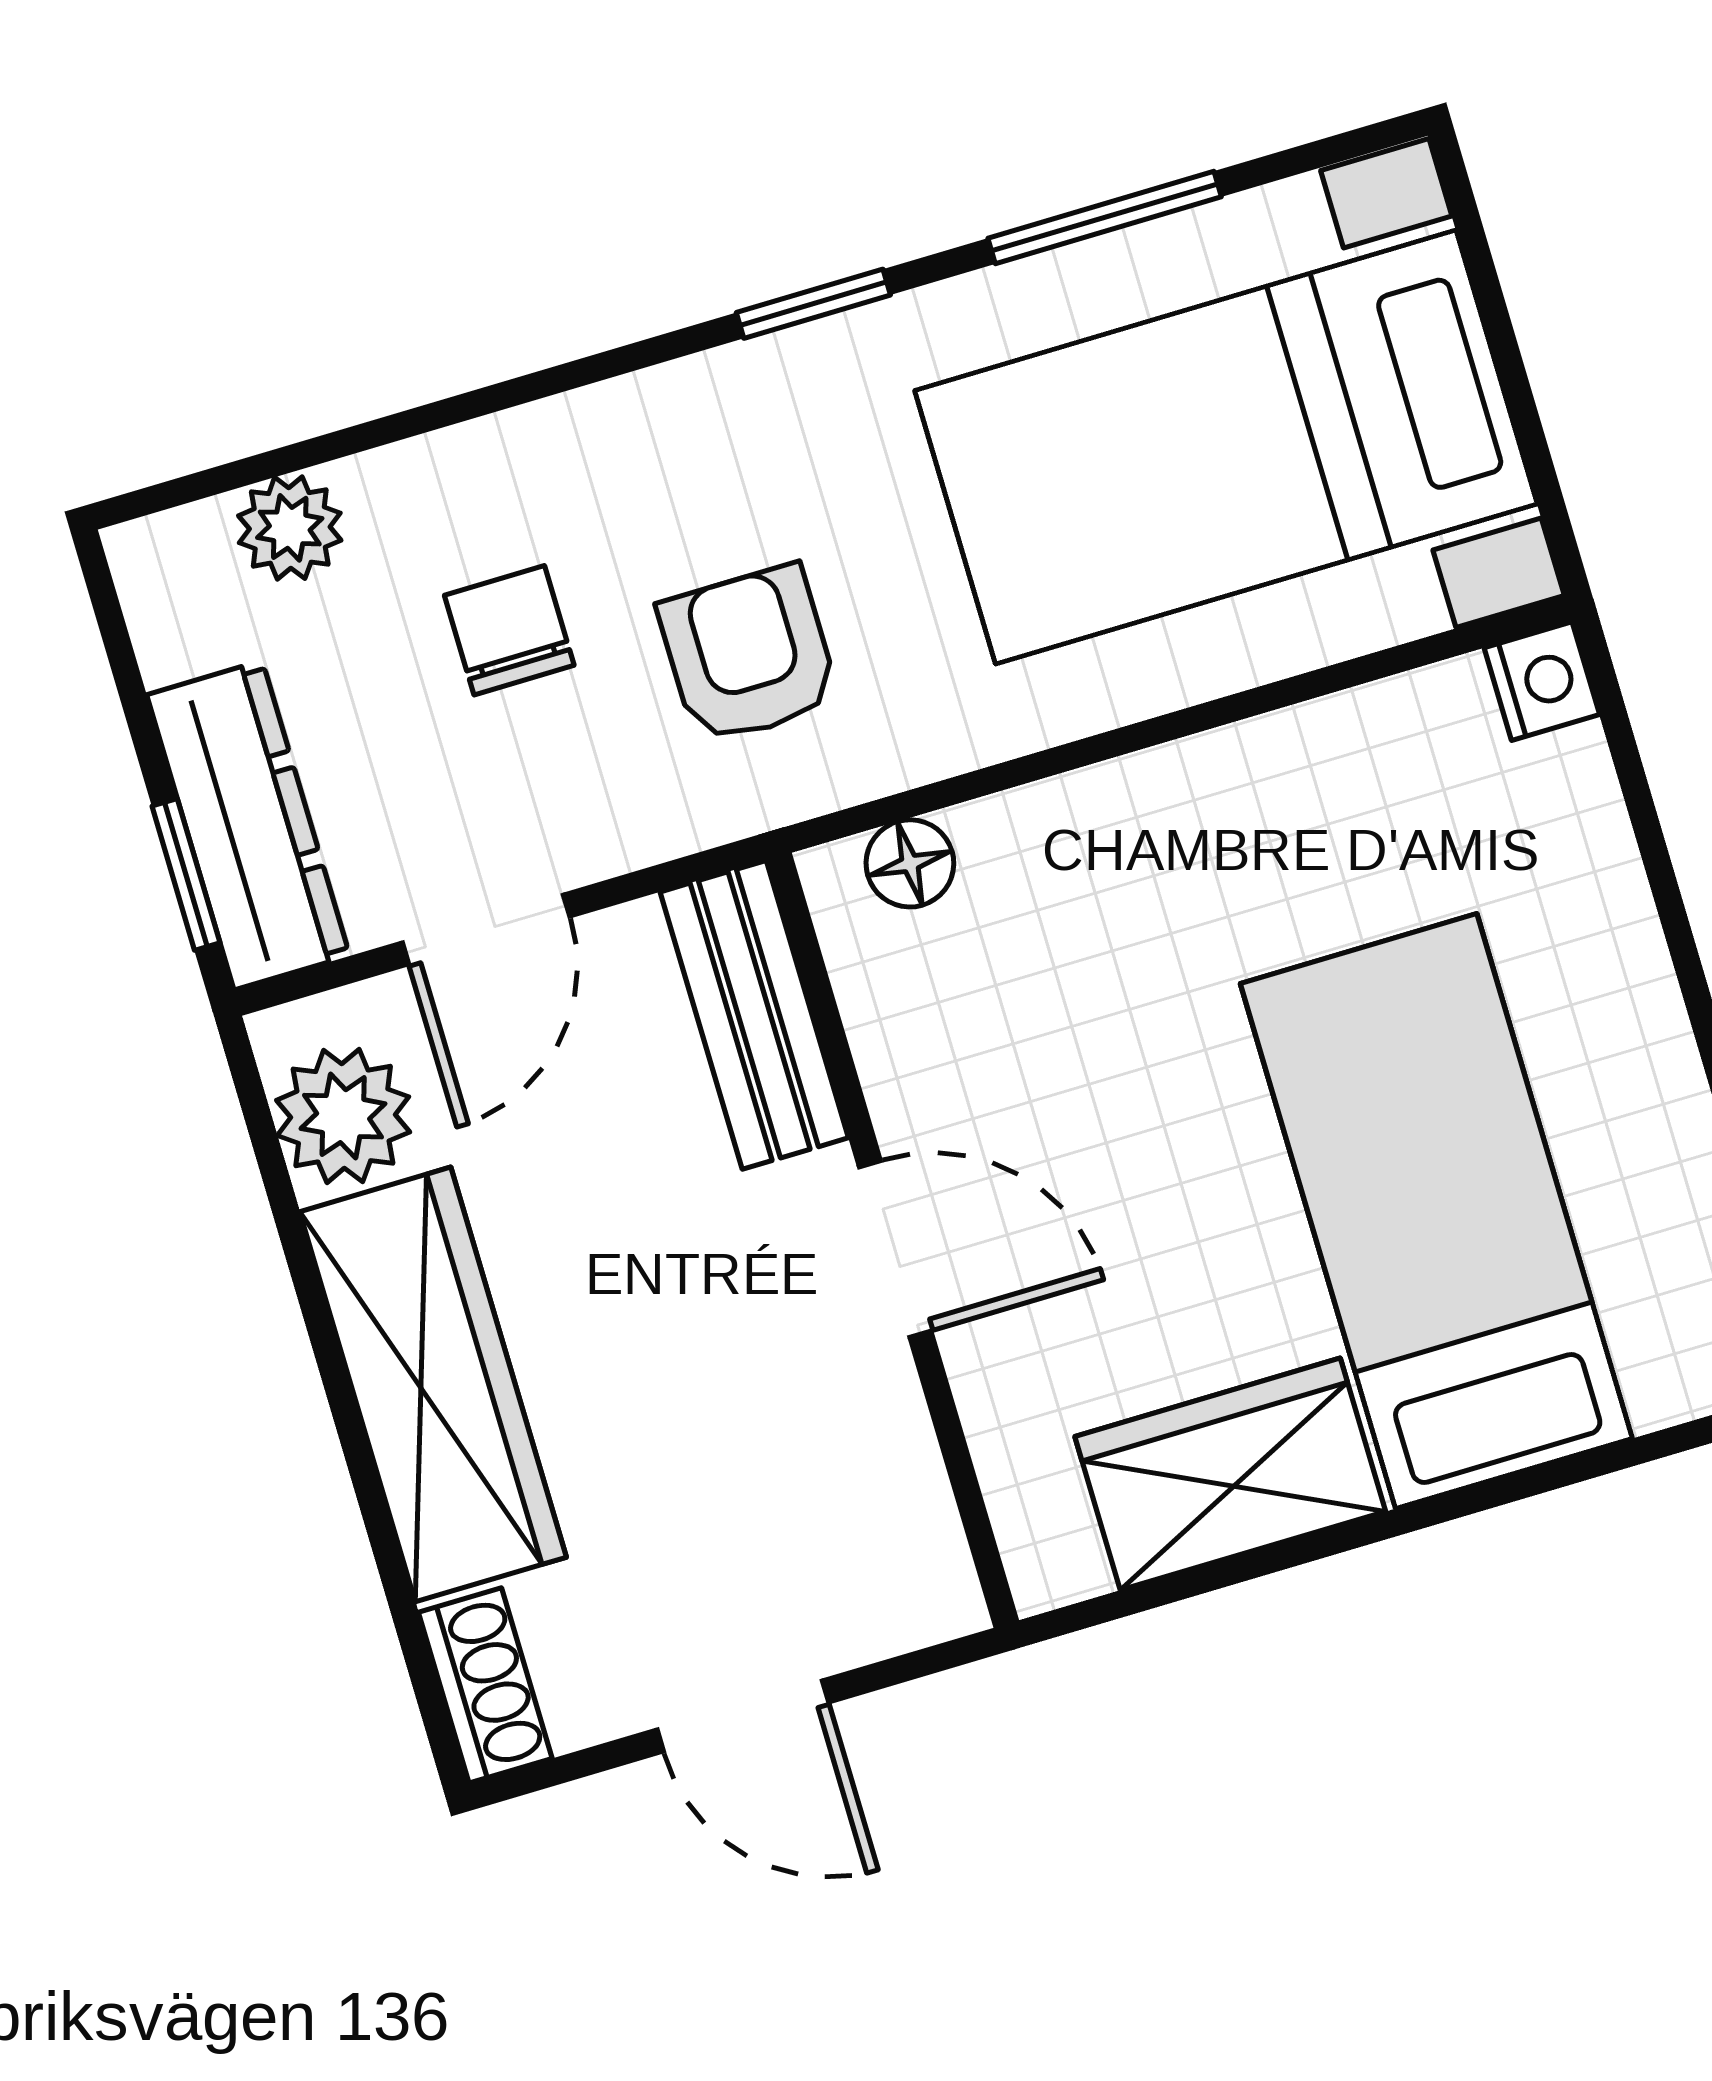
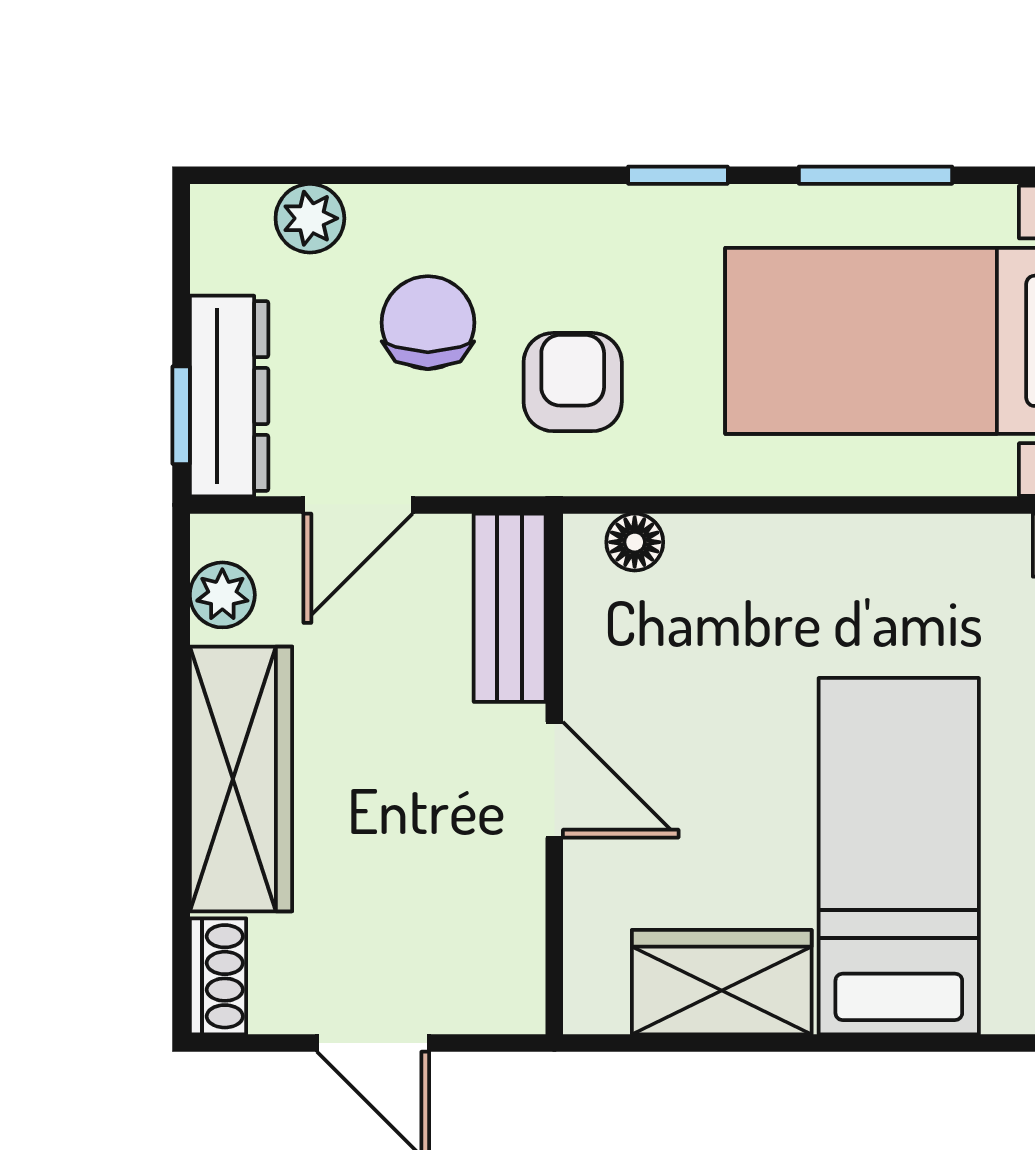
chair: (509, 630) -> (428, 323), width x1.37, depth x1.37
plant: (343, 1116) -> (222, 595), width x0.73, depth x0.73

